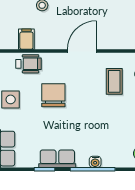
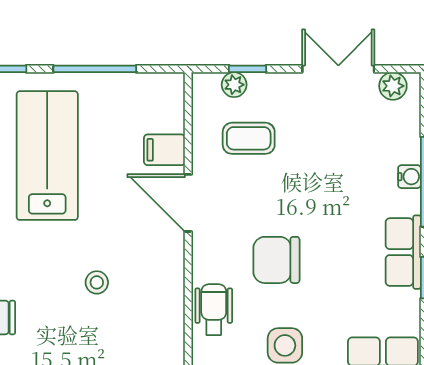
filing cabinet: (26, 39) -> (164, 150), moved

